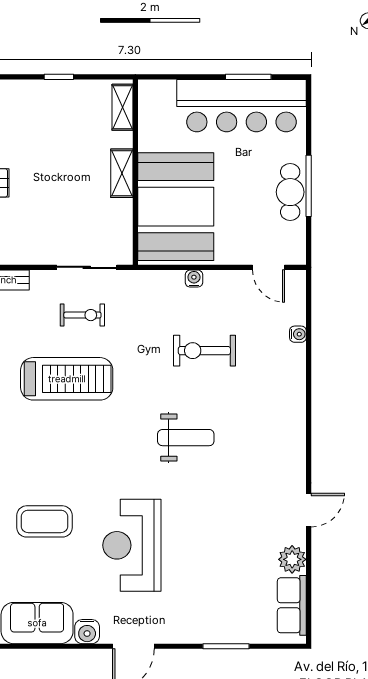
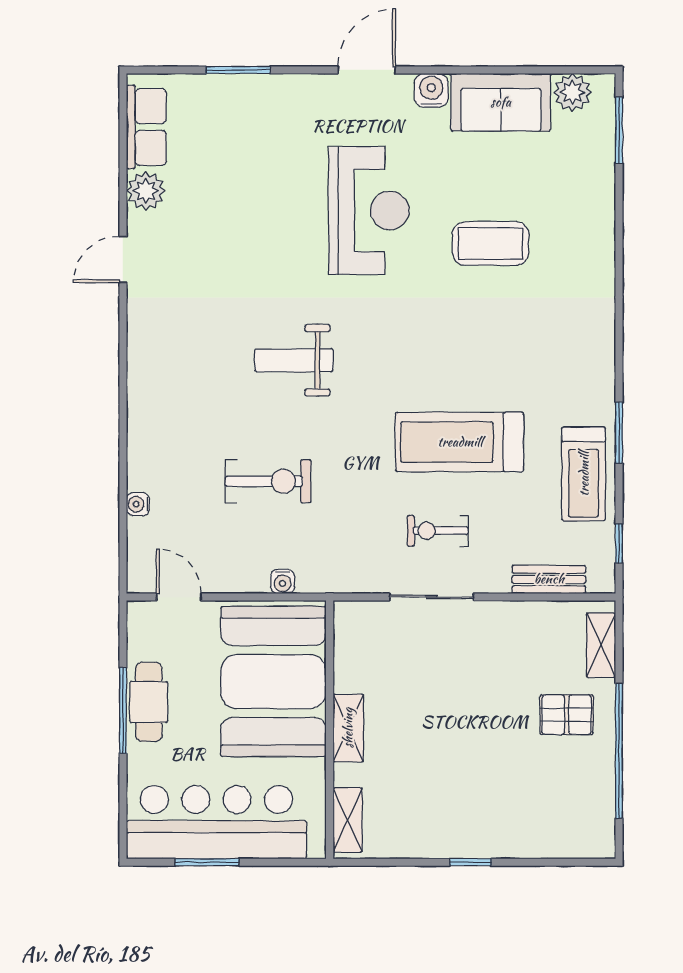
shelving: (122, 107) -> (348, 820), moved
wall: (135, 172) -> (330, 730), moved
shelving: (122, 173) -> (348, 728), moved
booth: (176, 207) -> (273, 682), moved

